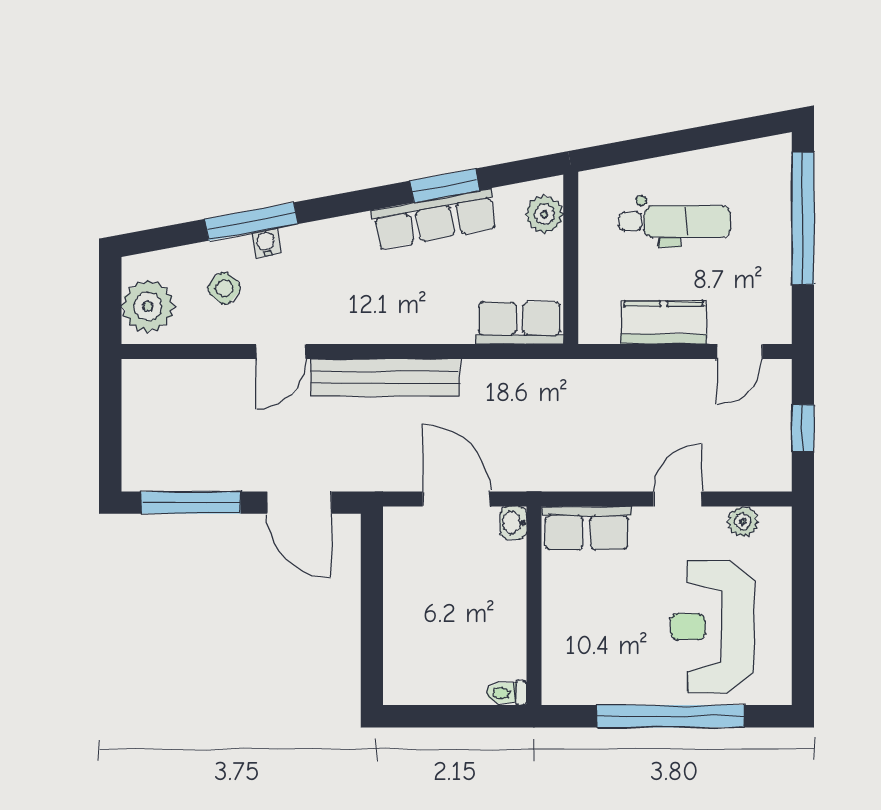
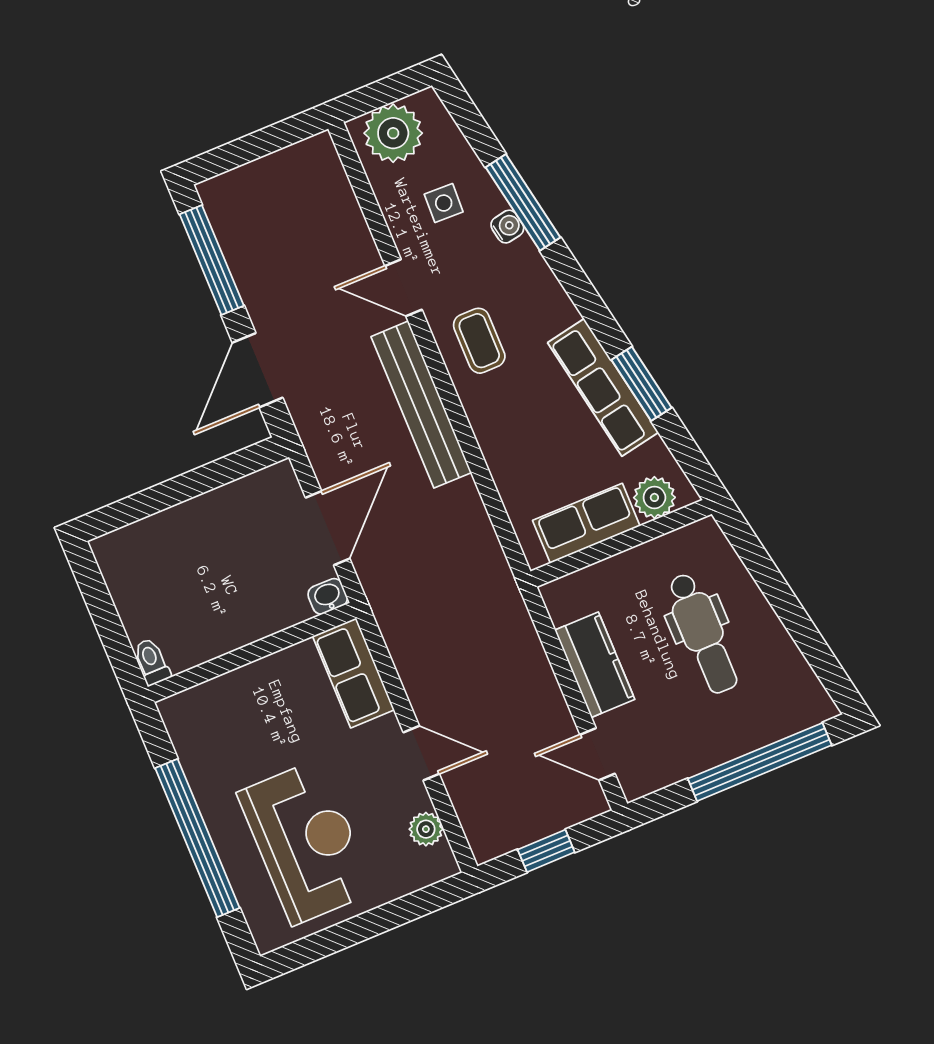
side table: (224, 288) -> (444, 203), turned -37
coffee table: (352, 306) -> (479, 341), added
row of seats: (519, 323) -> (586, 523), moved, turned -90
reception desk: (712, 627) -> (306, 842), turned 90

